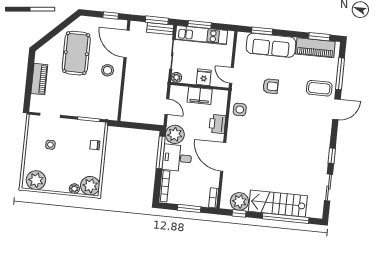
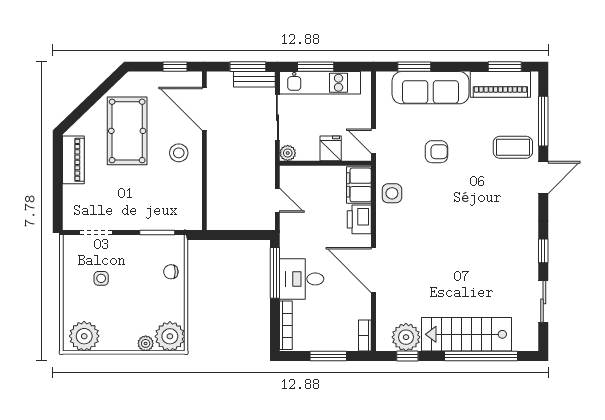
piano: (39, 79) -> (73, 160), moved
filing cabinet: (200, 96) -> (359, 185), moved, turned 90
plant: (175, 134) -> (294, 243), removed

